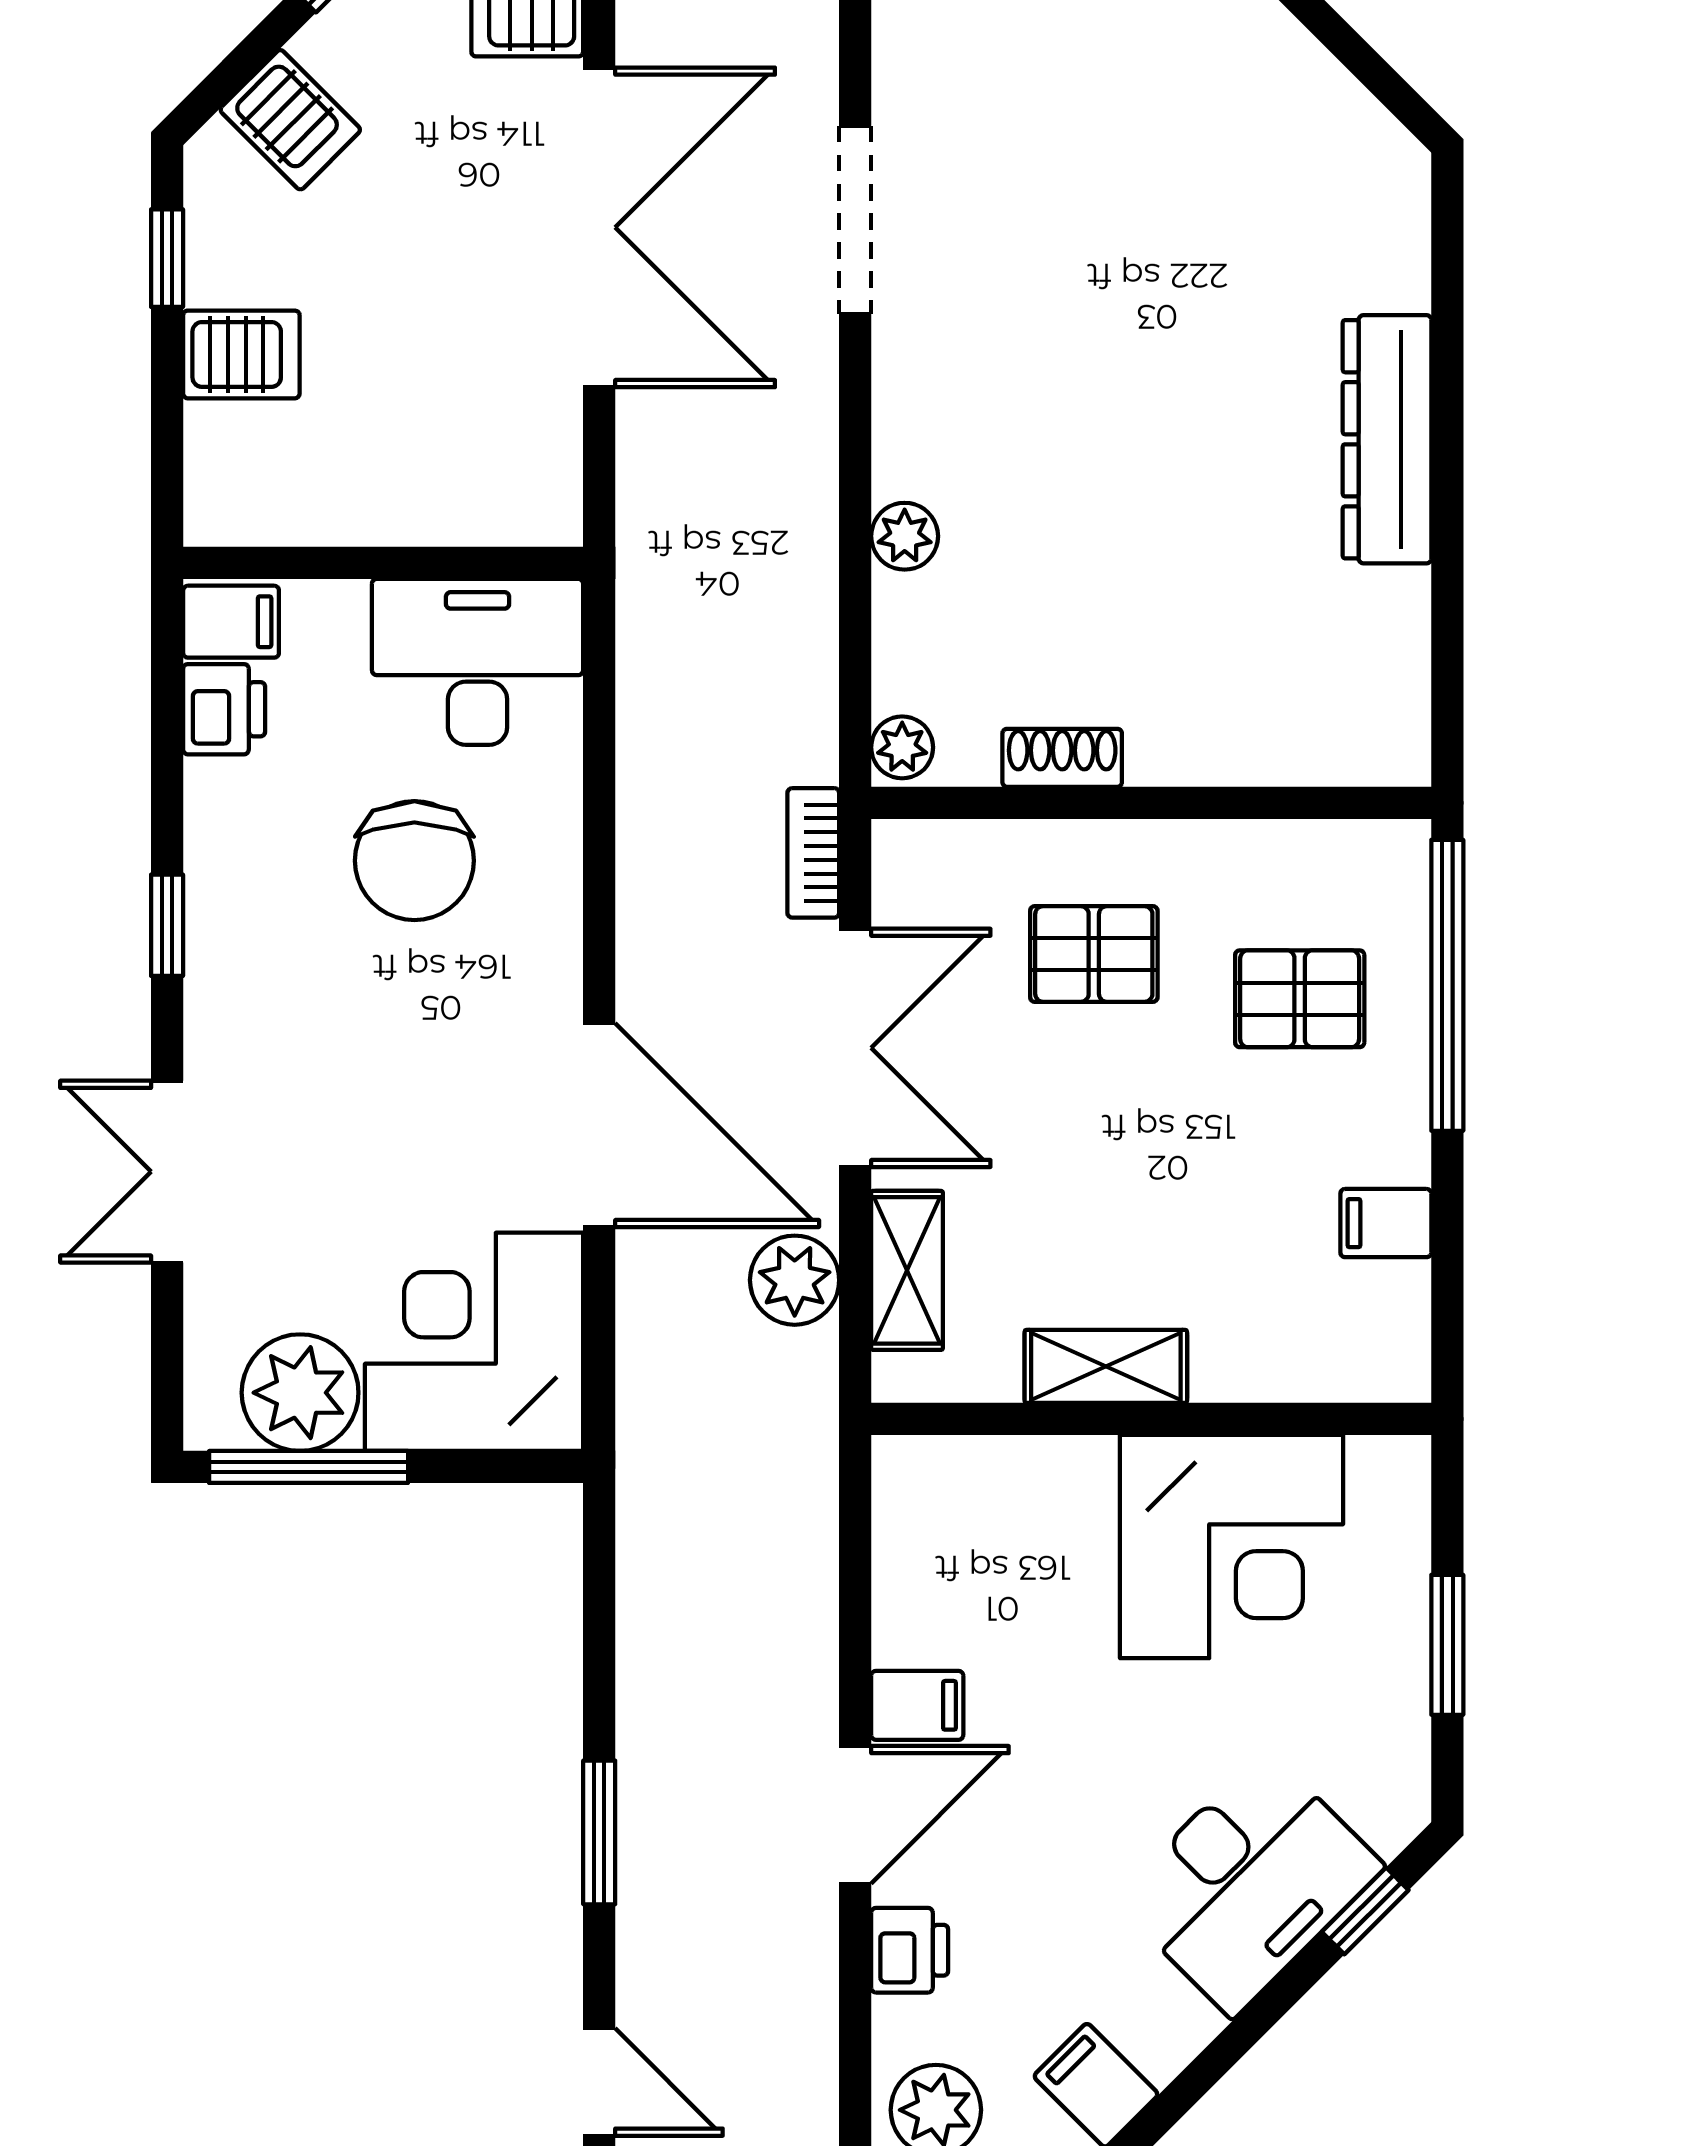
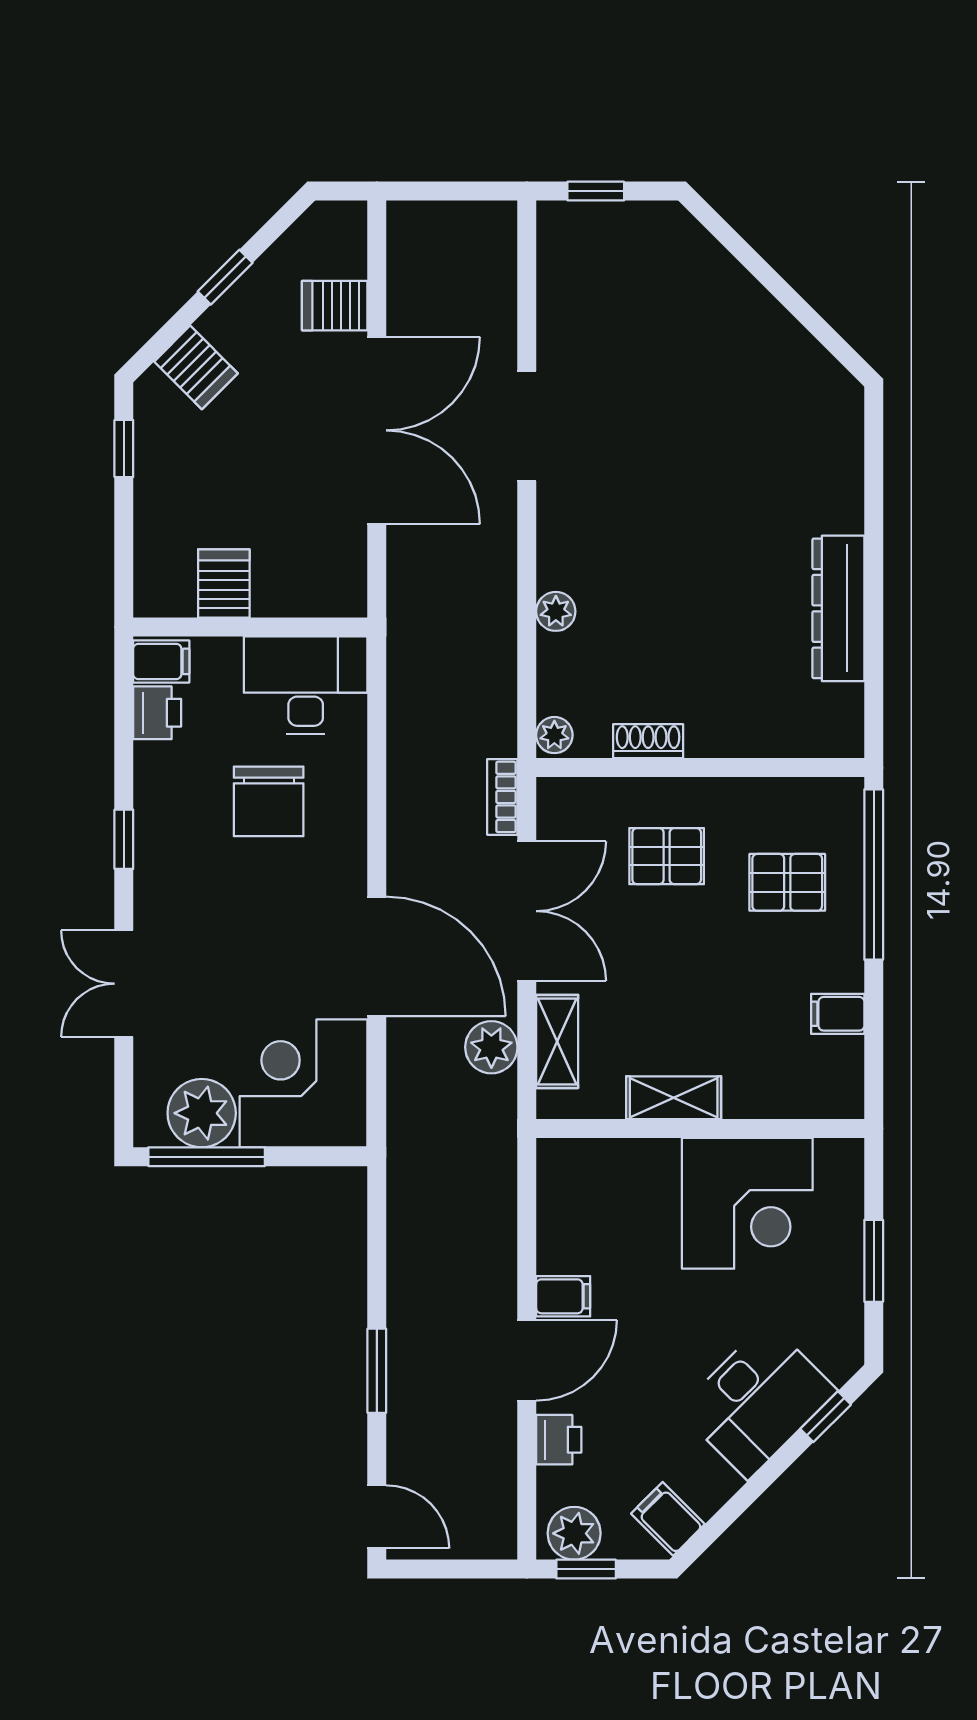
server rack: (241, 354) -> (224, 583), moved, turned -90
dresser: (1387, 439) -> (838, 608), moved

